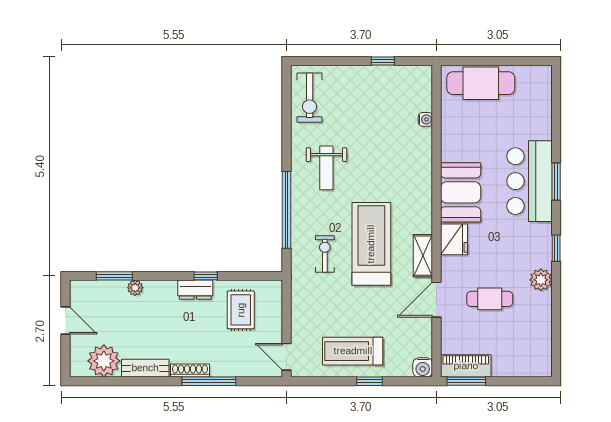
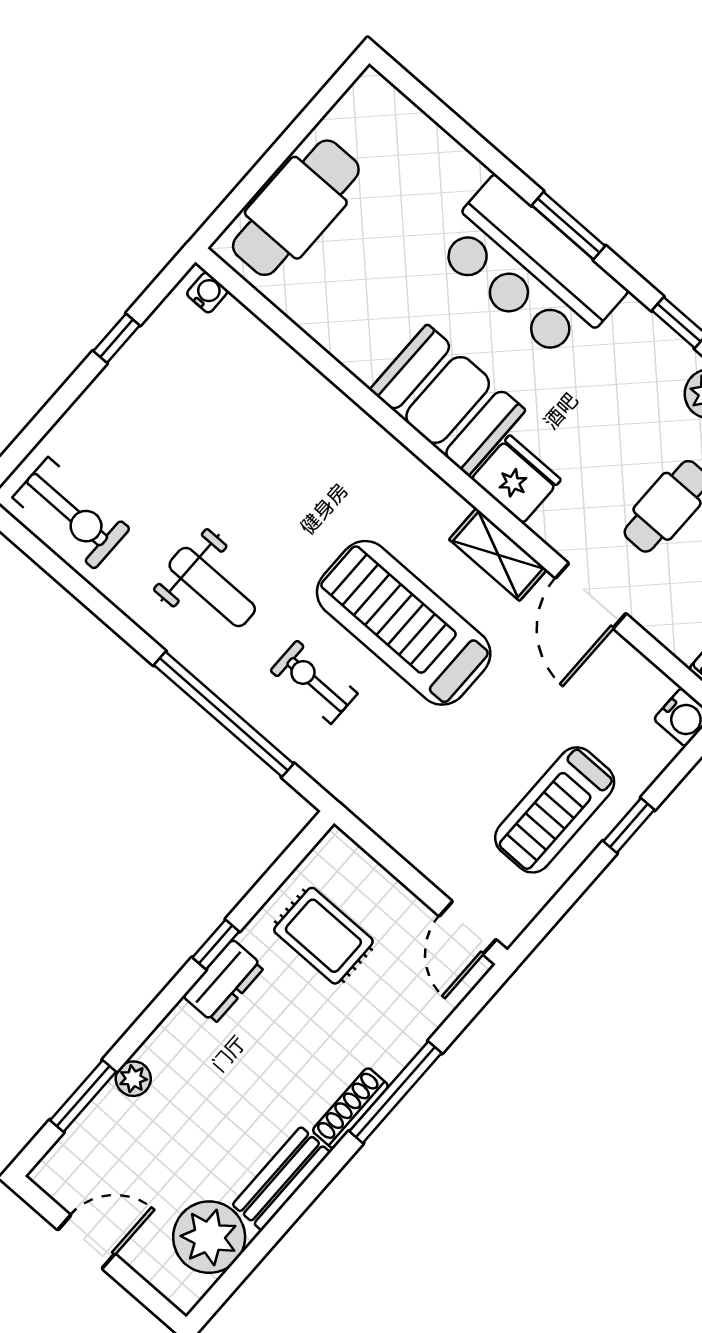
water cooler: (425, 119) -> (207, 293), moved
exercise bike: (325, 254) -> (314, 682), moved
door: (286, 357) -> (468, 928), hinge flipped

